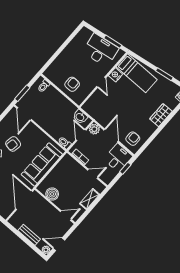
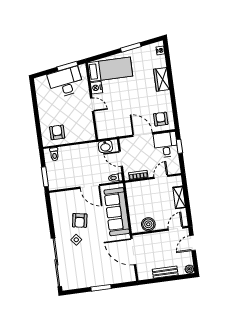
armchair: (72, 84) -> (57, 132), moved
door: (24, 114) -> (90, 186), moved
plant: (94, 129) -> (126, 144), removed
door: (59, 244) -> (193, 243), moved

